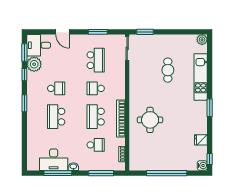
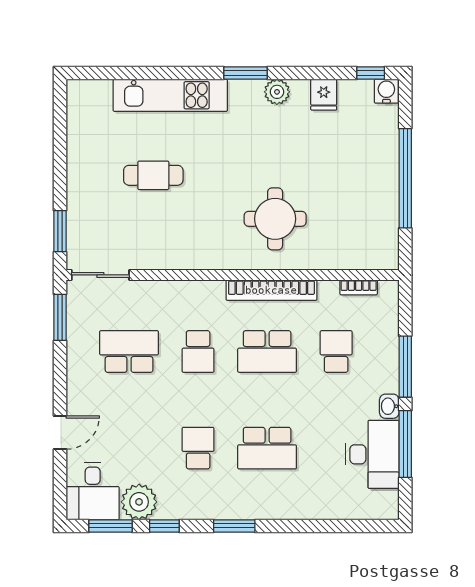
window: (98, 32) -> (60, 317), moved
plant: (202, 40) -> (277, 92), moved
window: (101, 173) -> (405, 367), moved

